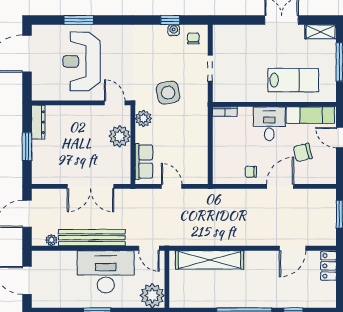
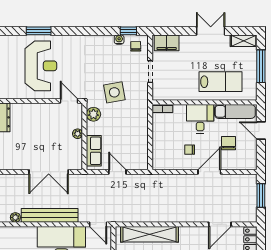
window: (170, 20) -> (128, 31), moved
filing cabinet: (230, 34) -> (167, 43), added
reception desk: (82, 61) -> (41, 66), turned 180
plant: (120, 136) -> (78, 134), width x0.53, depth x0.53
chair: (303, 152) -> (229, 143), turned 104
chair: (251, 172) -> (190, 150), moved

